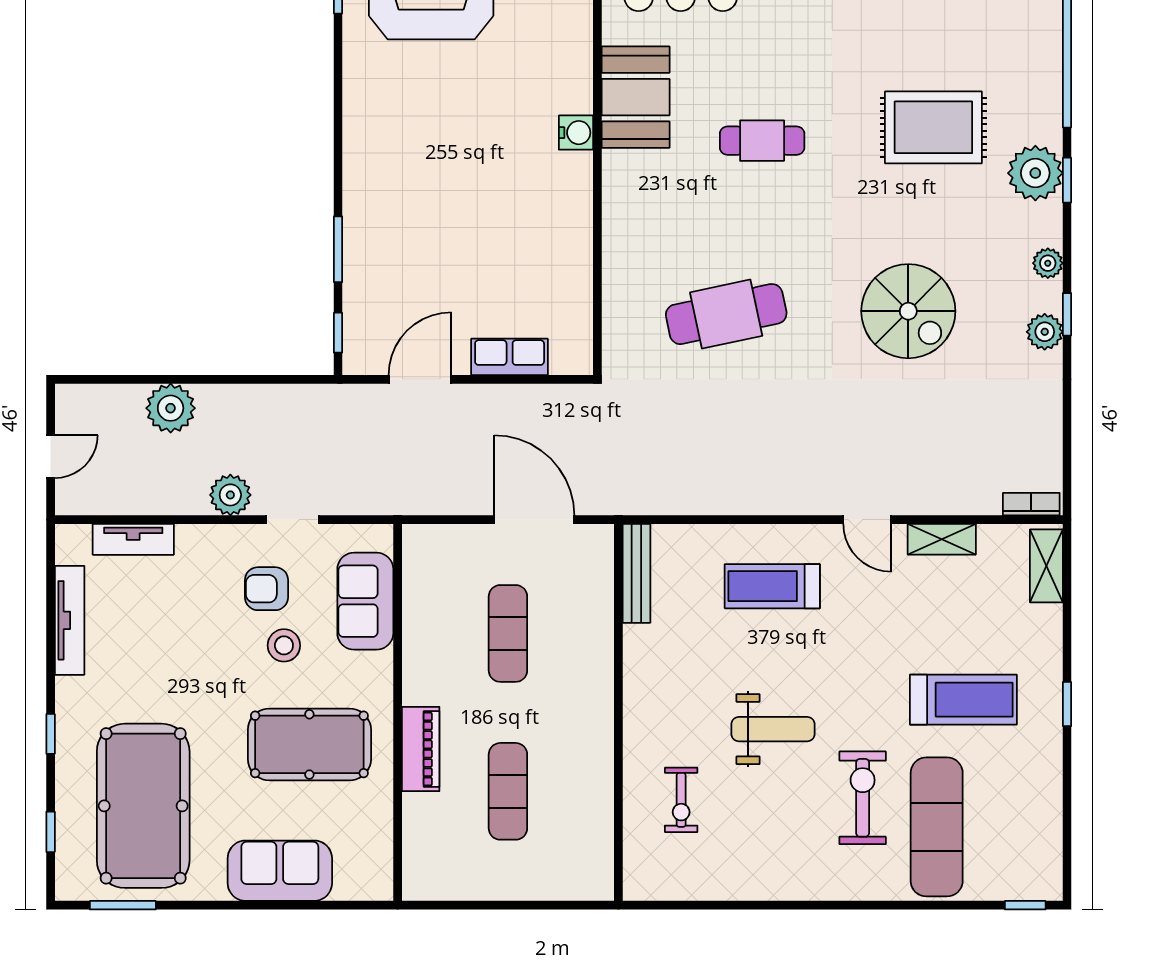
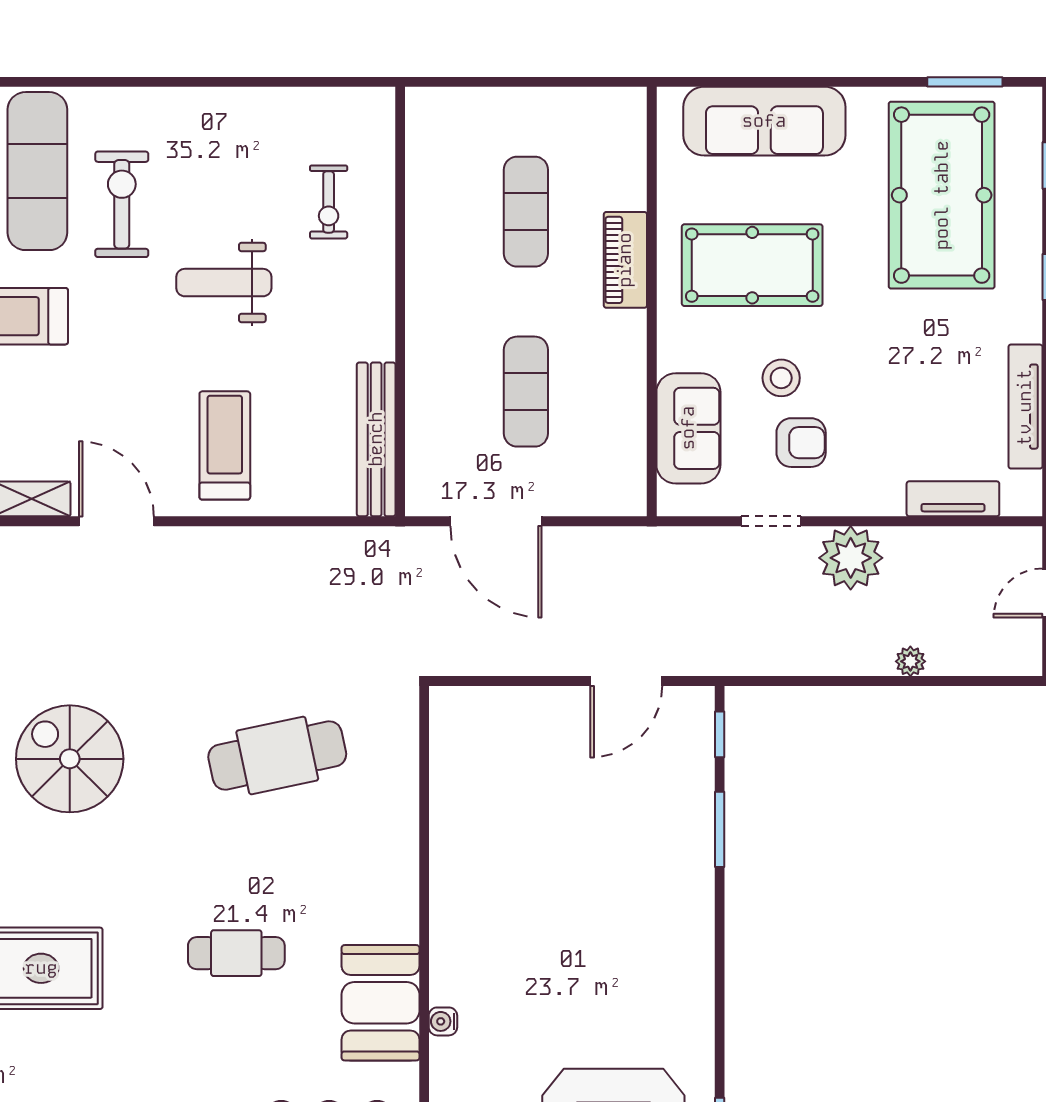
water cooler: (576, 133) -> (443, 1021), moved, width x0.72, depth x0.72
row of seats: (510, 357) -> (524, 707), removed
plant: (171, 408) -> (910, 661), width x0.53, depth x0.53
plant: (230, 495) -> (851, 558), width x1.36, depth x1.36
door: (867, 520) -> (116, 521), width x1.38
bench: (636, 573) -> (376, 439), width x1.37, depth x1.21
treadmill: (772, 586) -> (225, 445), turned -90
exercise bike: (863, 798) -> (122, 204), turned 180
exercise bike: (681, 800) -> (329, 202), turned 180
sofa: (280, 871) -> (764, 121), width x1.36

